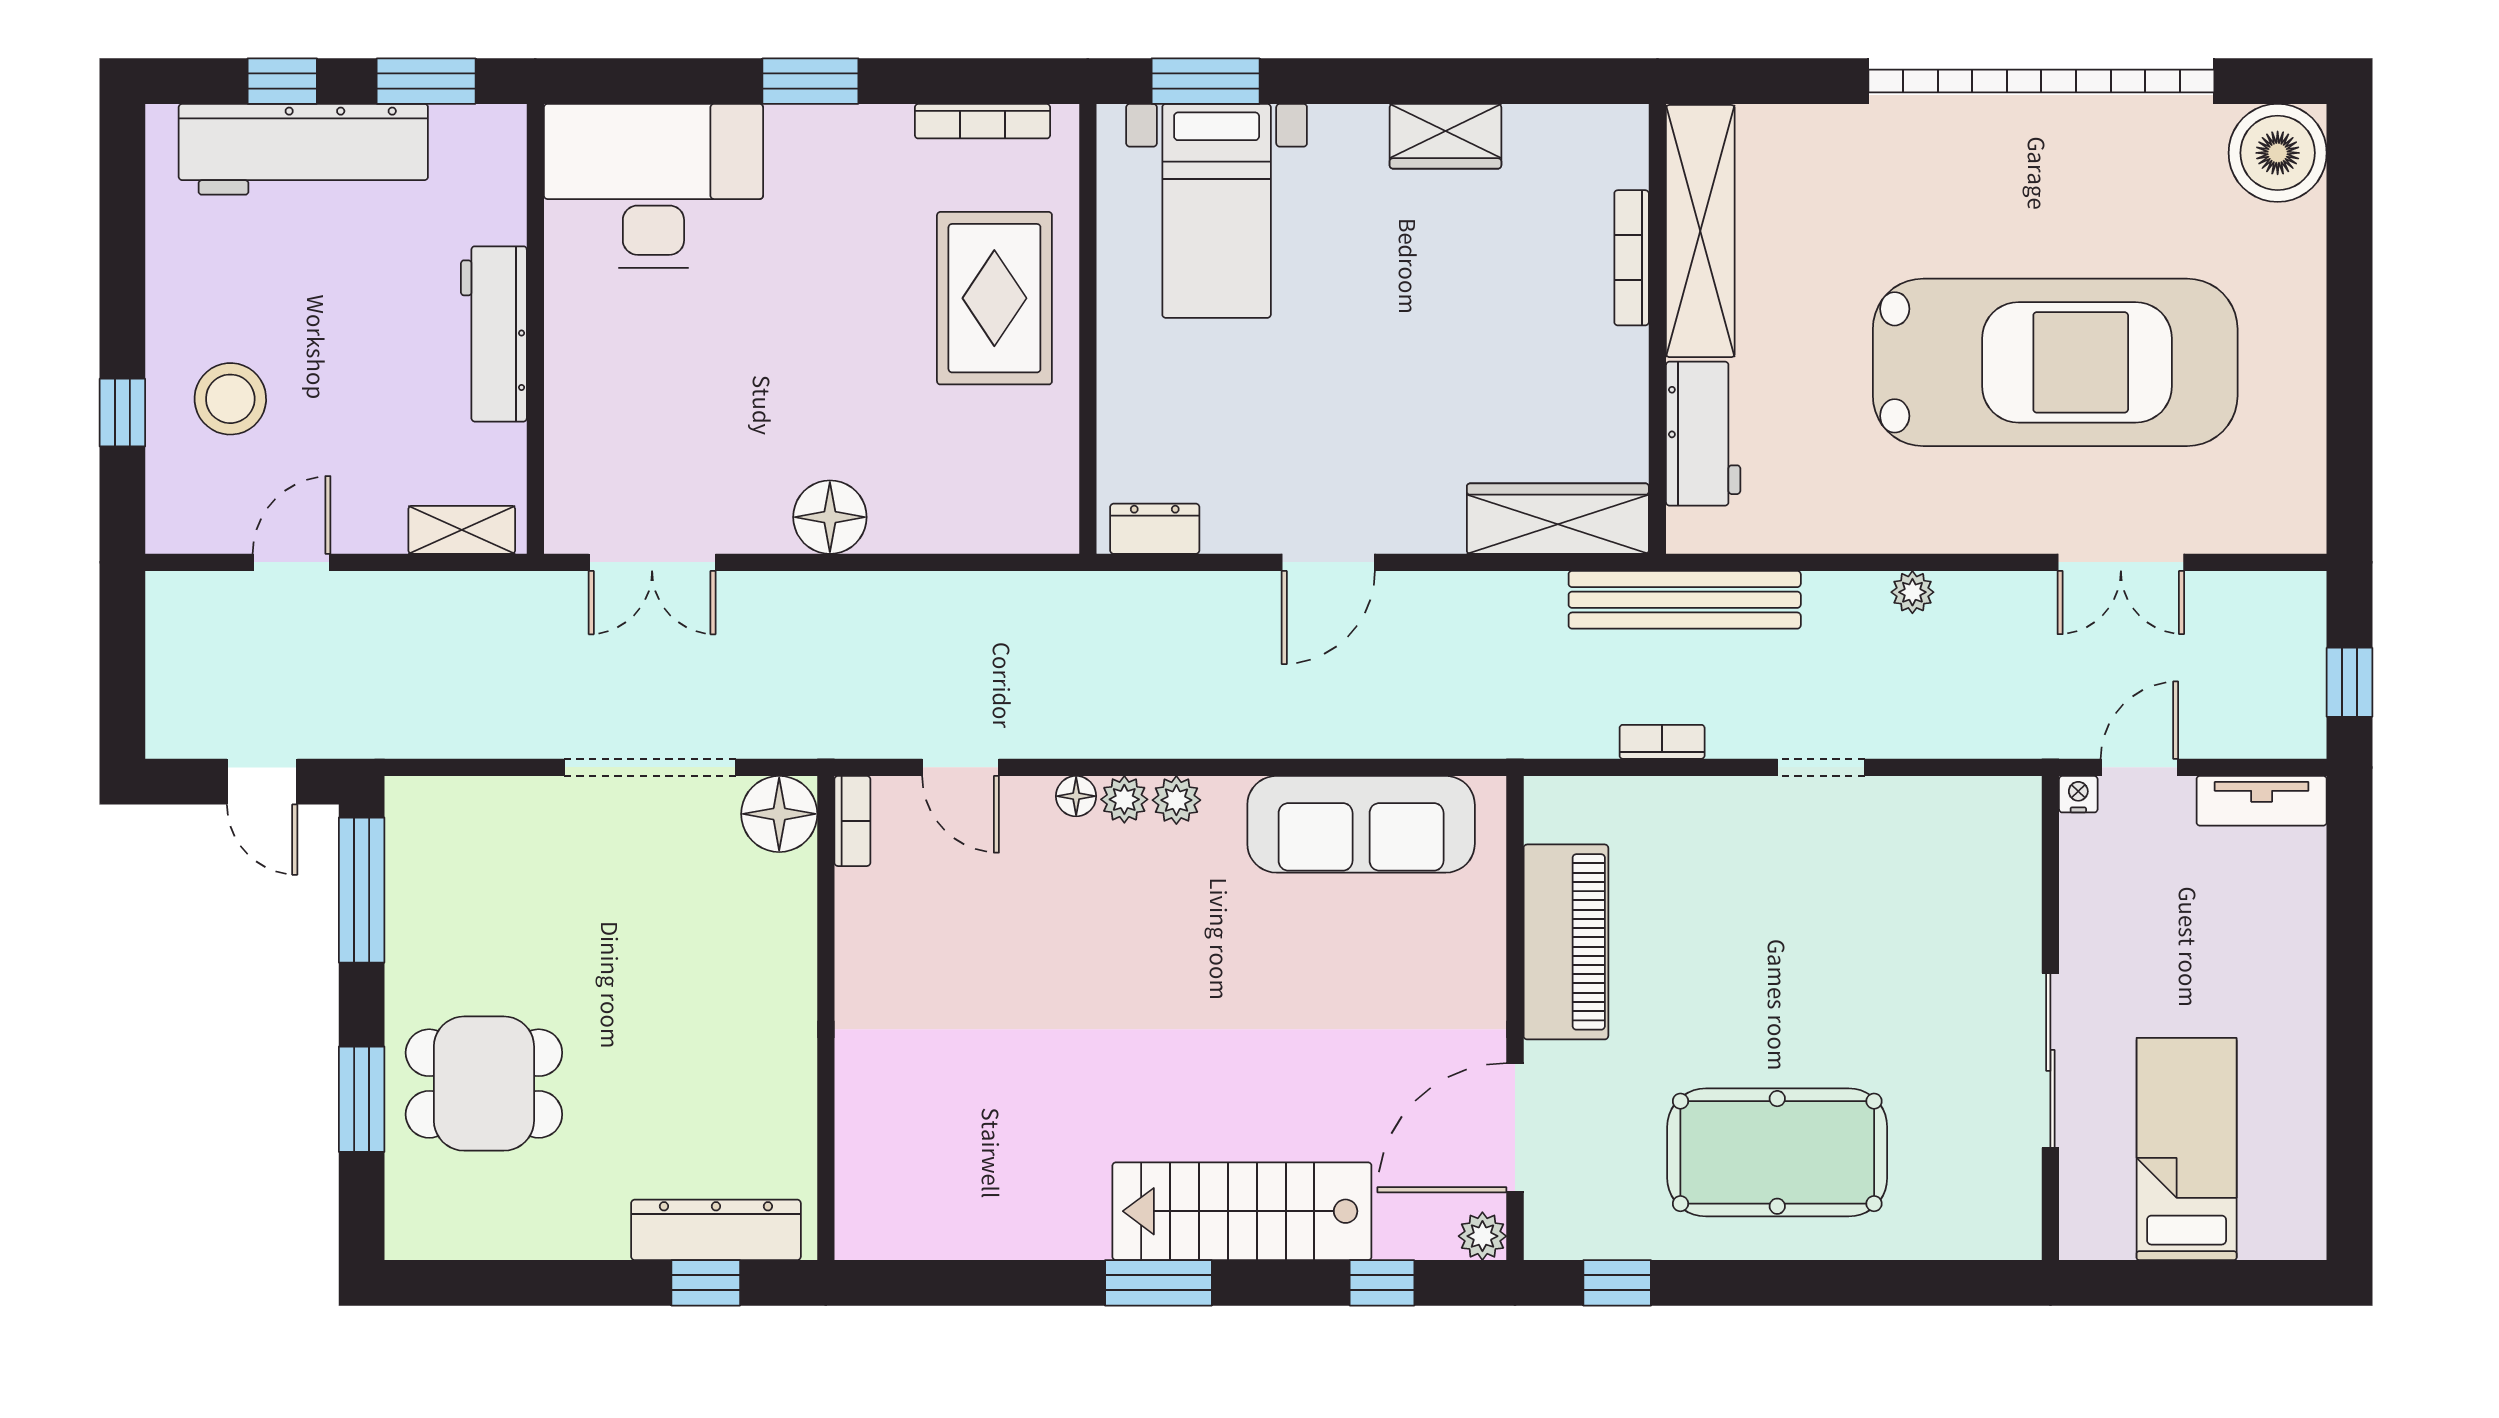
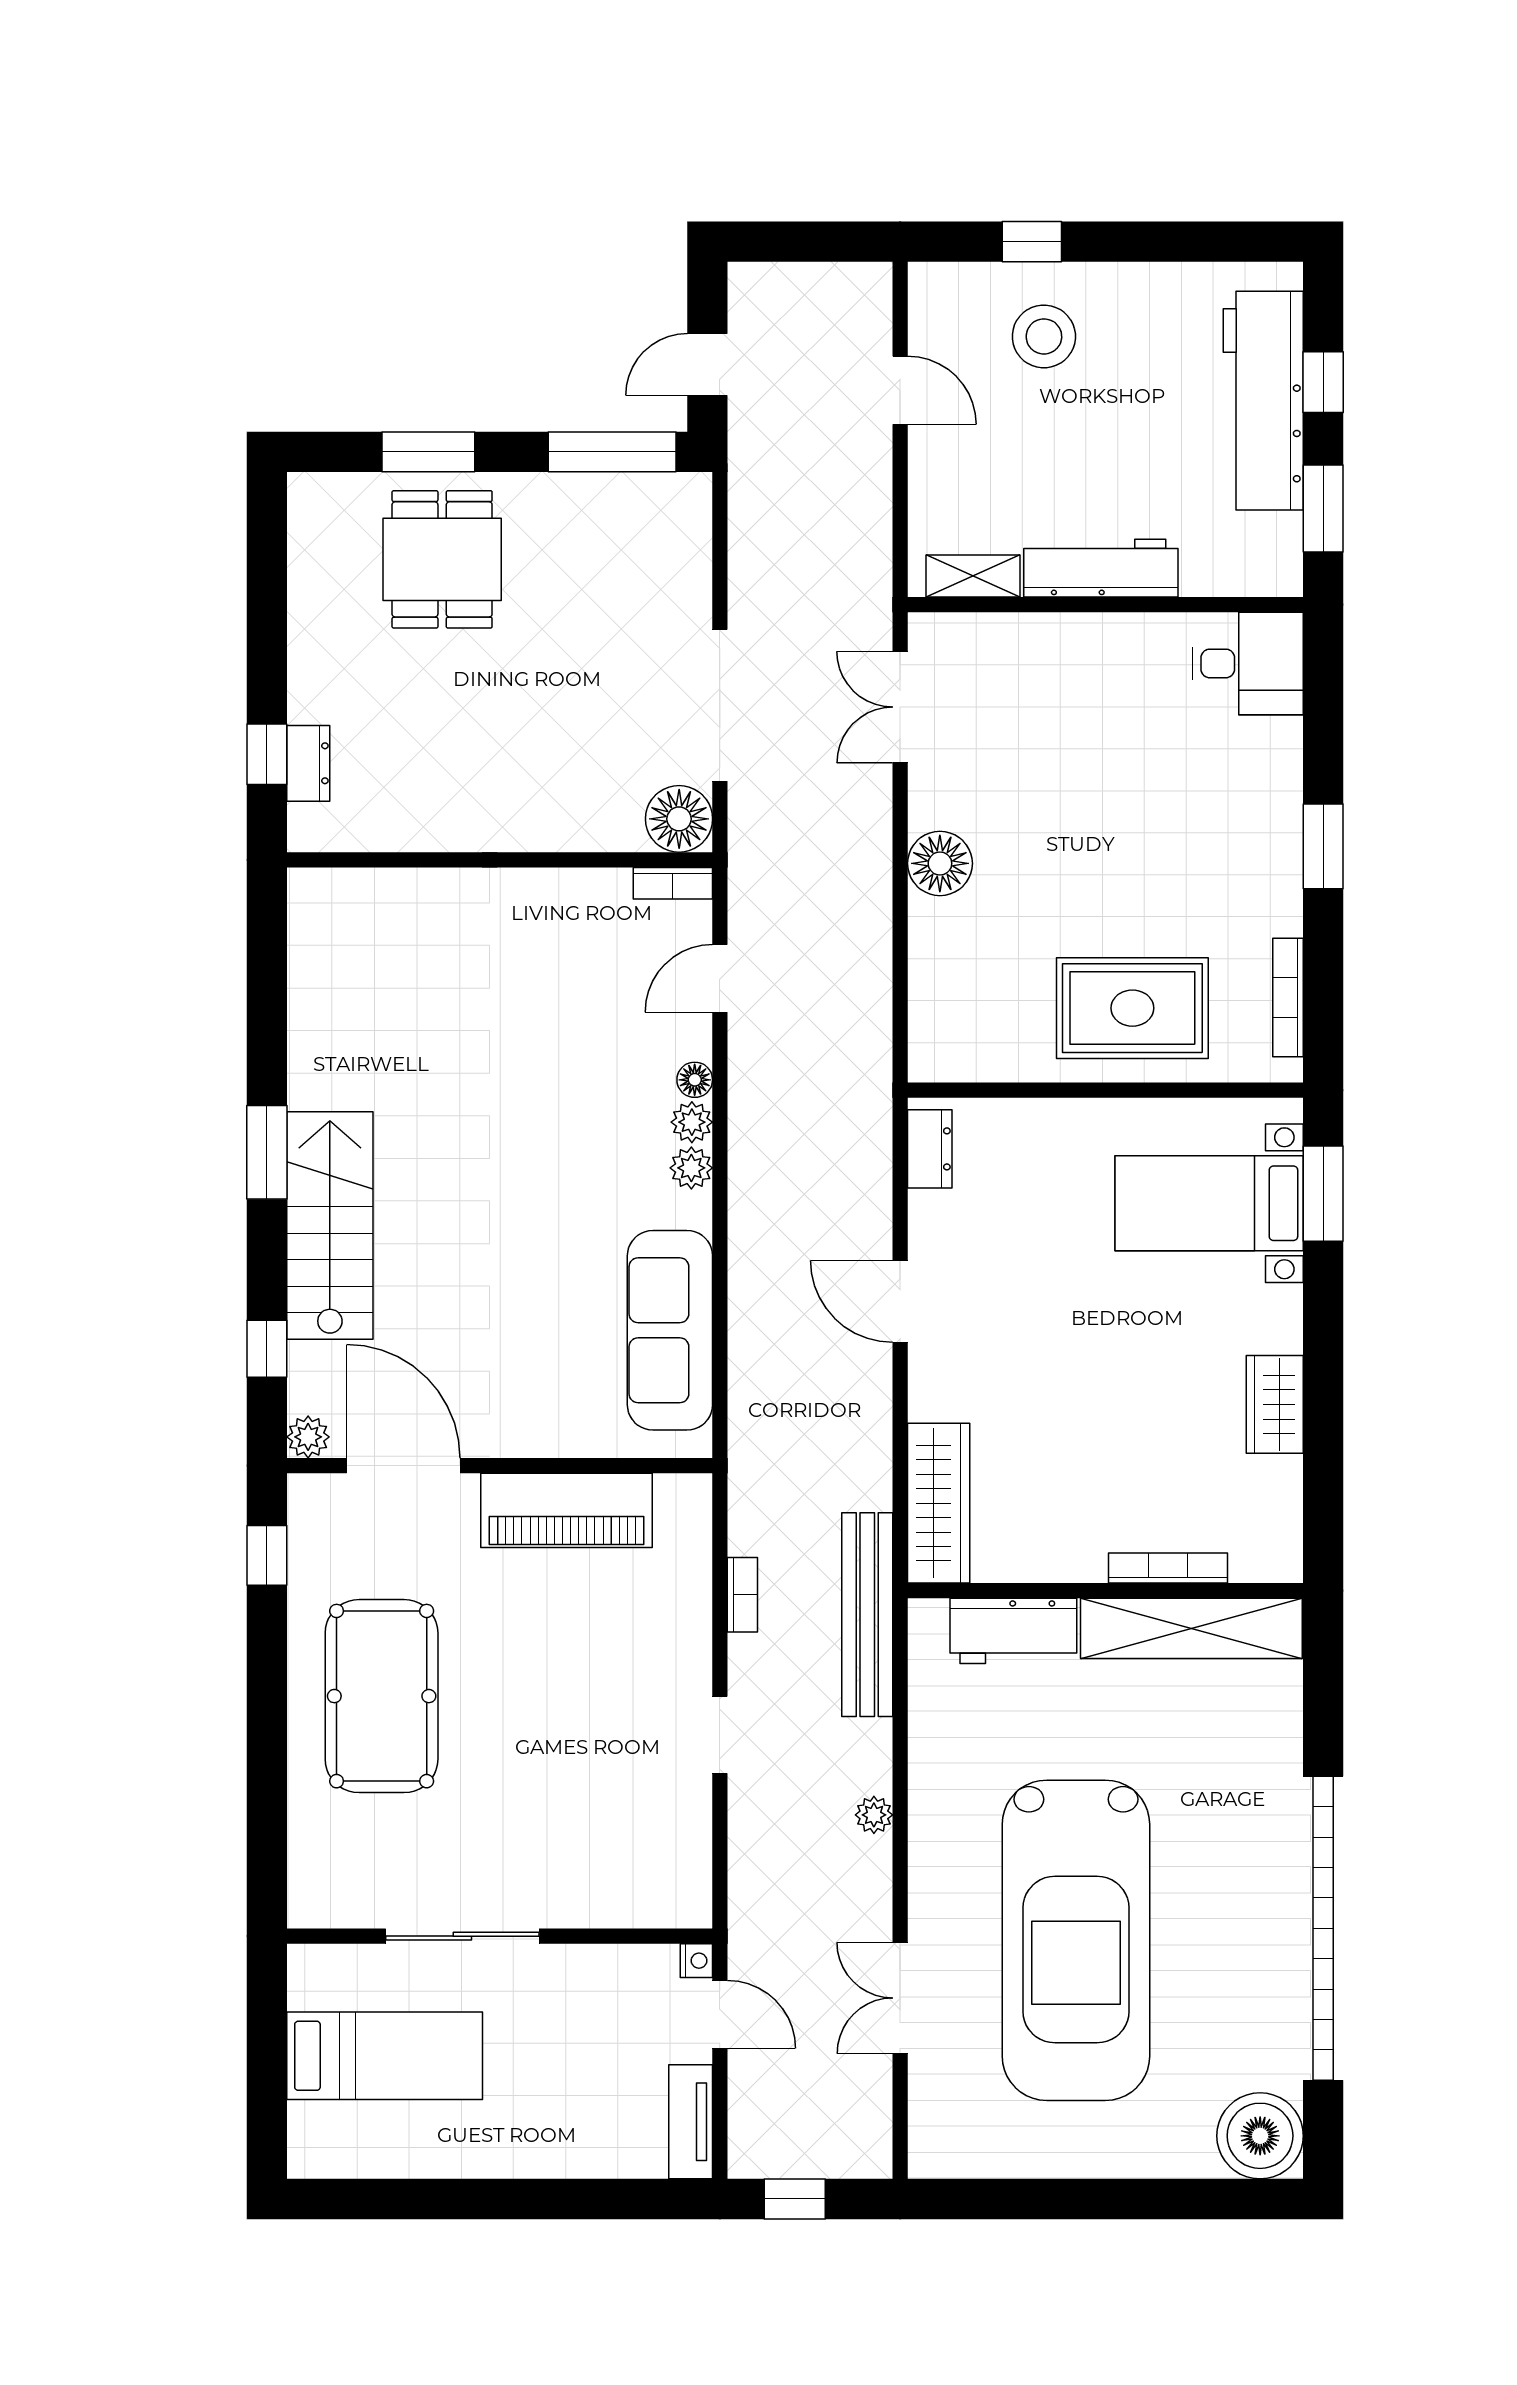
desk: (653, 186) -> (1248, 663), width x0.53, depth x0.77
shelving: (462, 530) -> (973, 576), moved, turned 90
dresser: (716, 1230) -> (308, 763), width x0.51, depth x0.80

